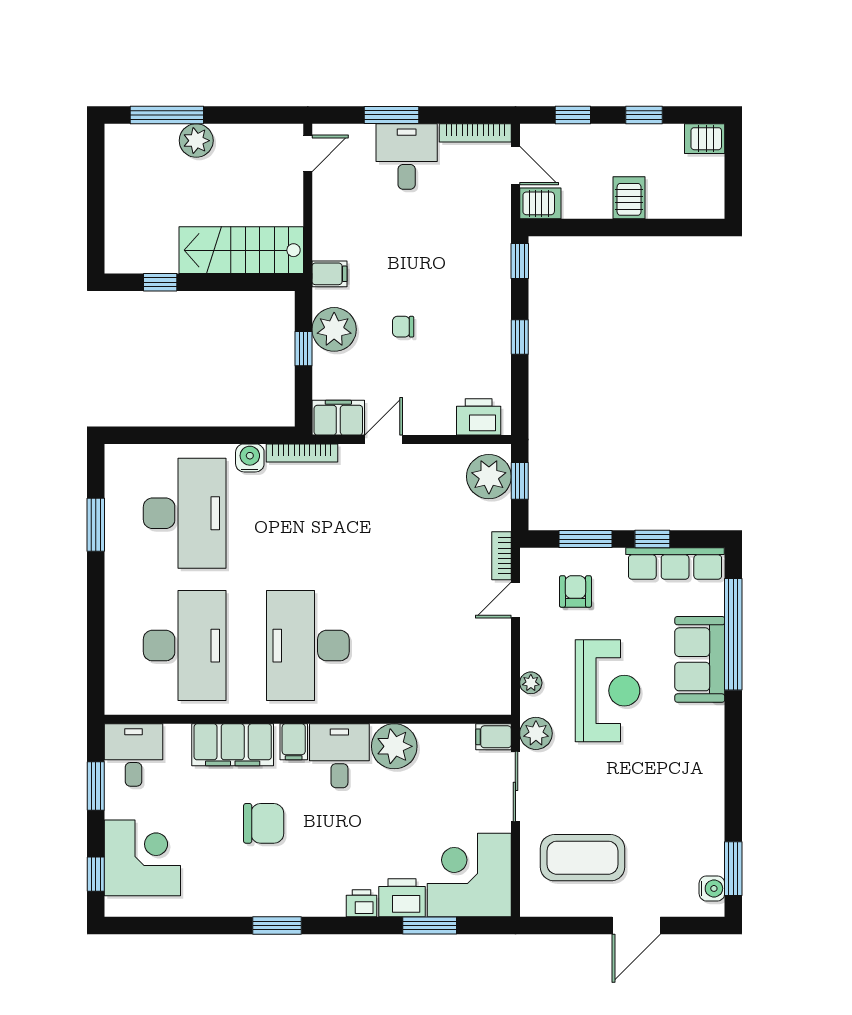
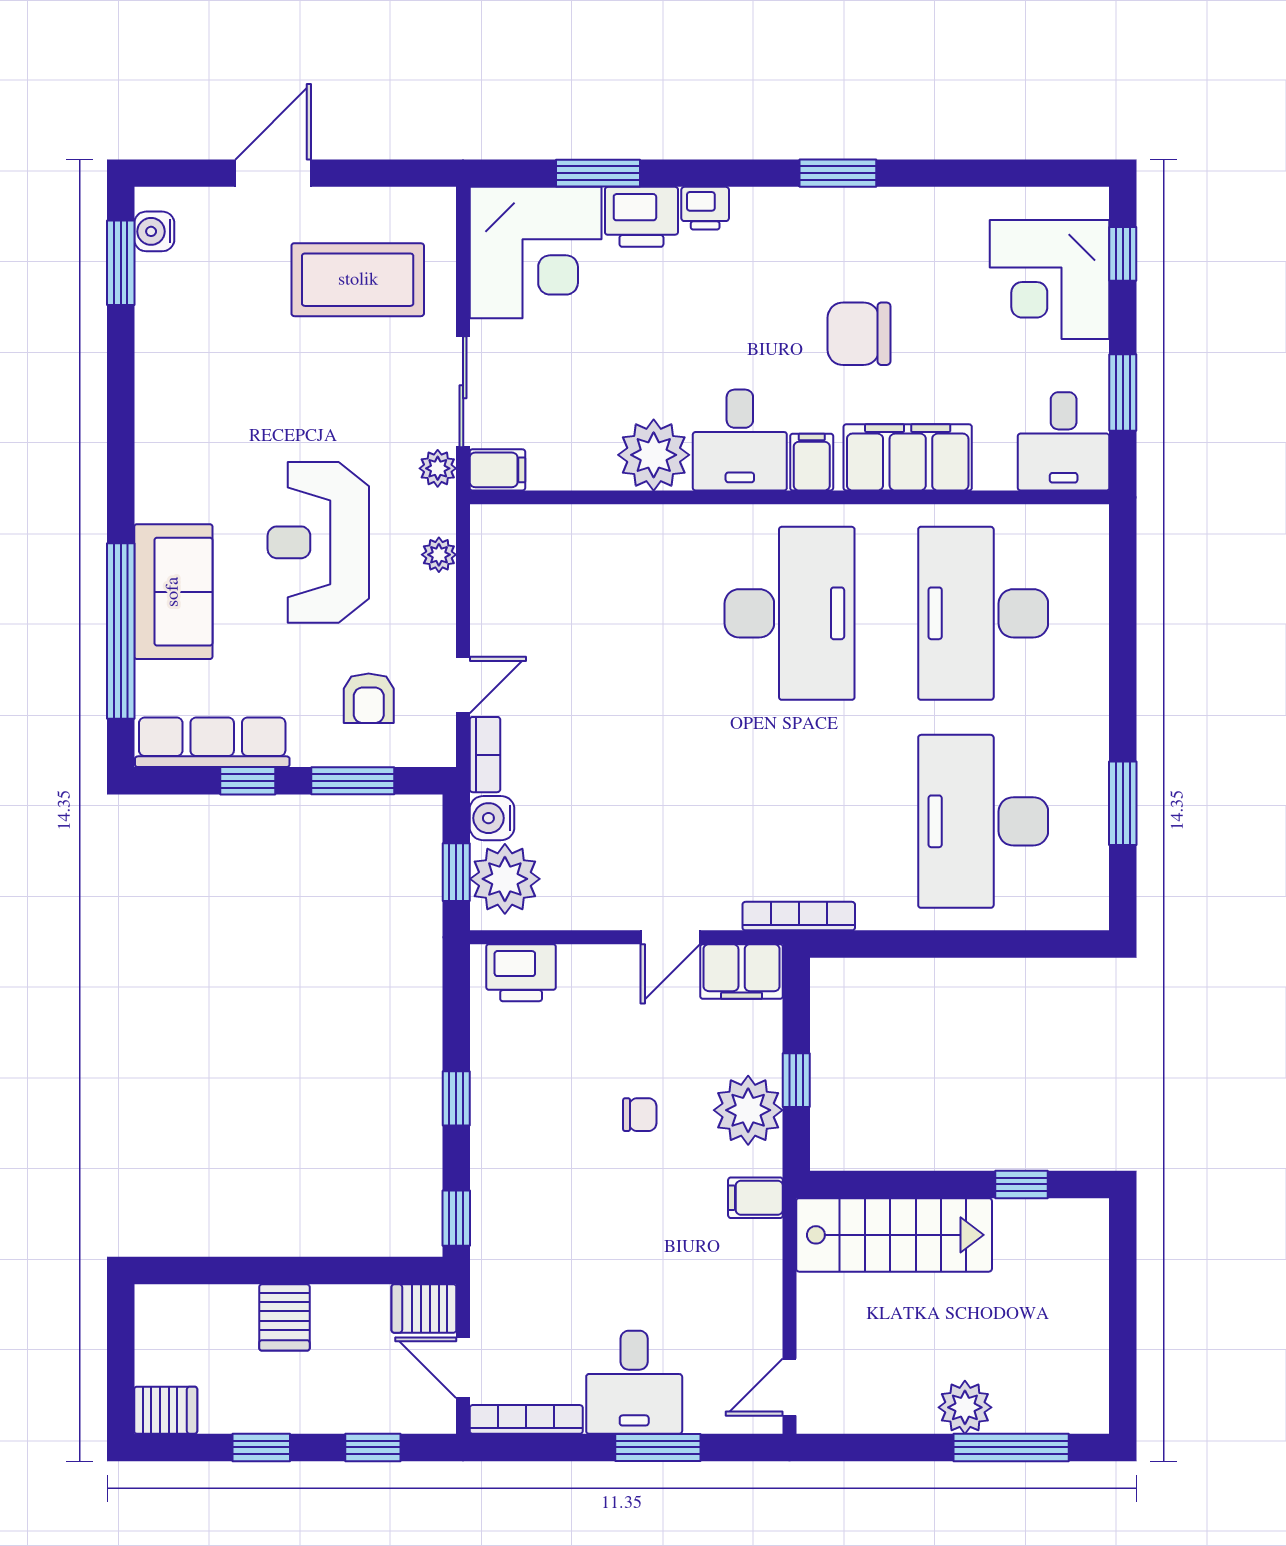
water cooler: (250, 458) -> (492, 818), moved, turned 90
plant: (536, 733) -> (438, 468), width x0.73, depth x0.73

